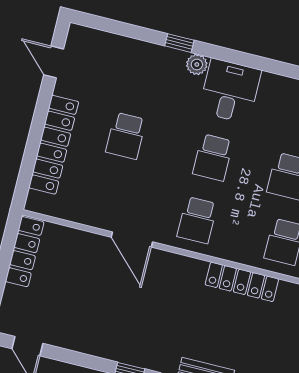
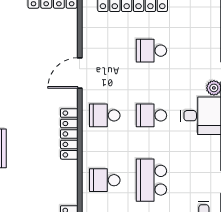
locker: (242, 282) -> (69, 134), moved

